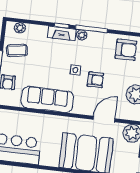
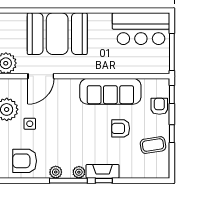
plant: (20, 28) -> (56, 172), moved
side table: (75, 70) -> (30, 124), moved
armchair: (95, 80) -> (121, 128), moved

